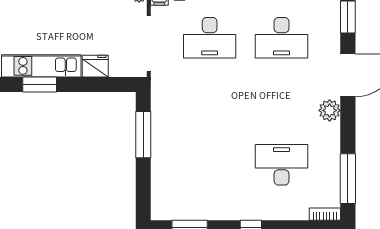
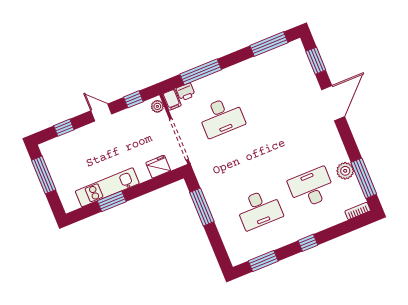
desk: (282, 38) -> (259, 209), moved
fridge: (95, 66) -> (158, 167), moved
plant: (330, 110) -> (345, 171), moved

